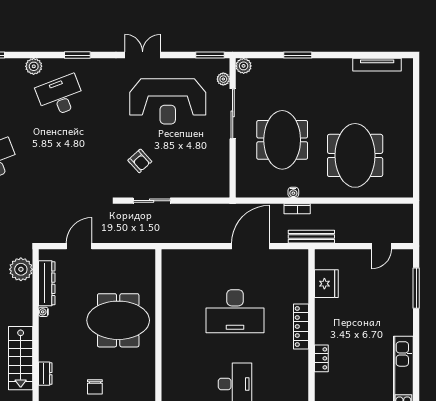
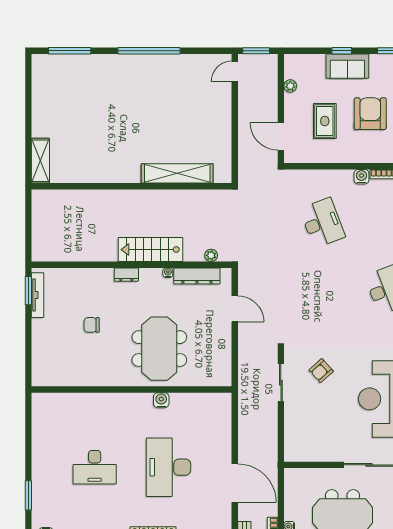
plant: (21, 269) -> (211, 255), width x0.53, depth x0.53
water cooler: (169, 318) -> (161, 400), added
stairs: (21, 358) -> (150, 250), moved
dresser: (45, 374) -> (126, 275), moved

